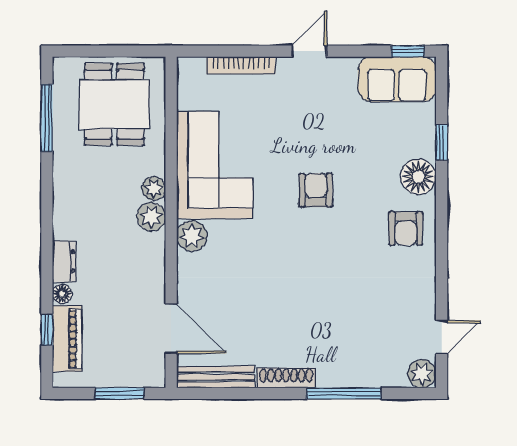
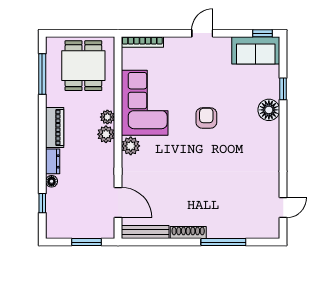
bookcase: (241, 65) -> (142, 42), moved
armchair: (406, 228) -> (261, 141), removed
piano: (67, 339) -> (55, 127), moved
plant: (422, 374) -> (271, 230), removed

